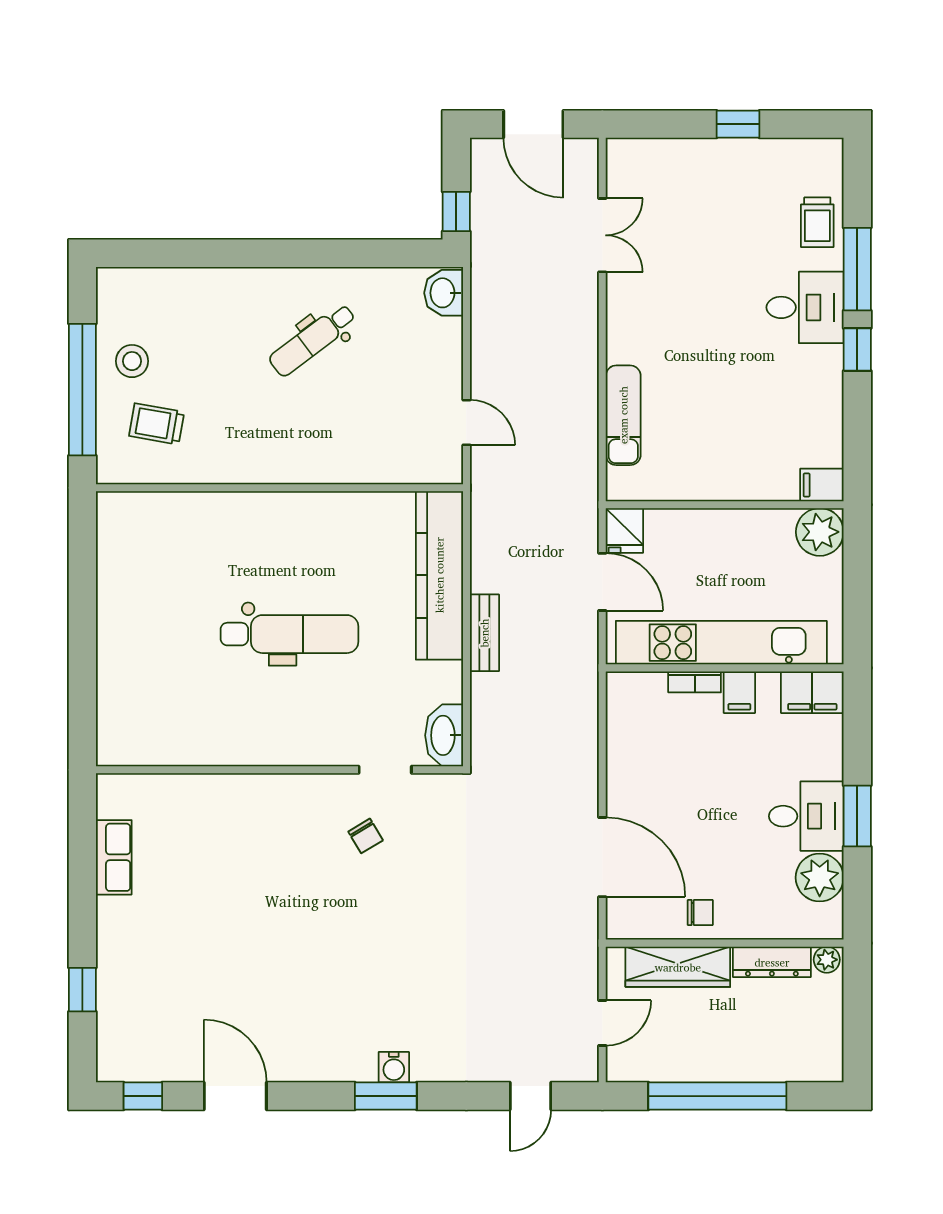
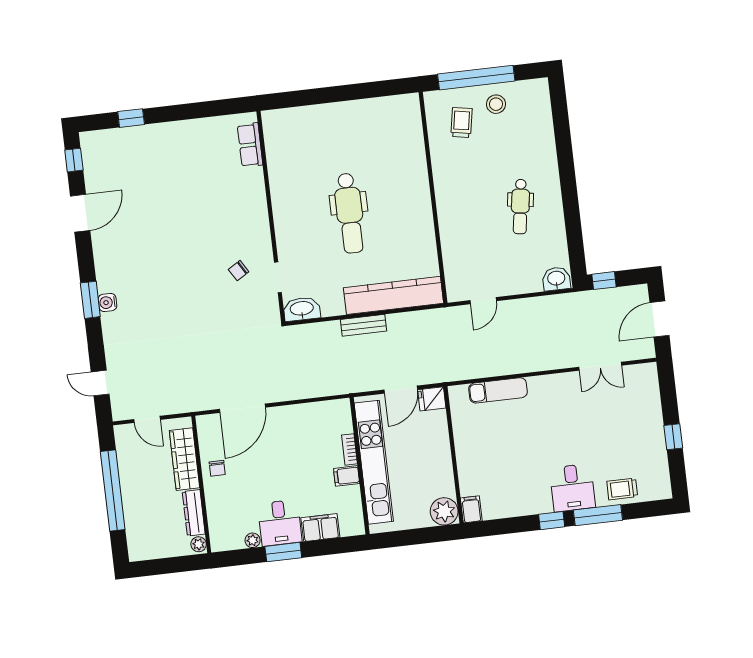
dental chair: (312, 340) -> (520, 207), turned -135
filing cabinet: (812, 692) -> (320, 528), moved, turned 90
row of seats: (114, 857) -> (250, 145), moved, turned 90
plant: (820, 878) -> (253, 540), width x0.53, depth x0.53

